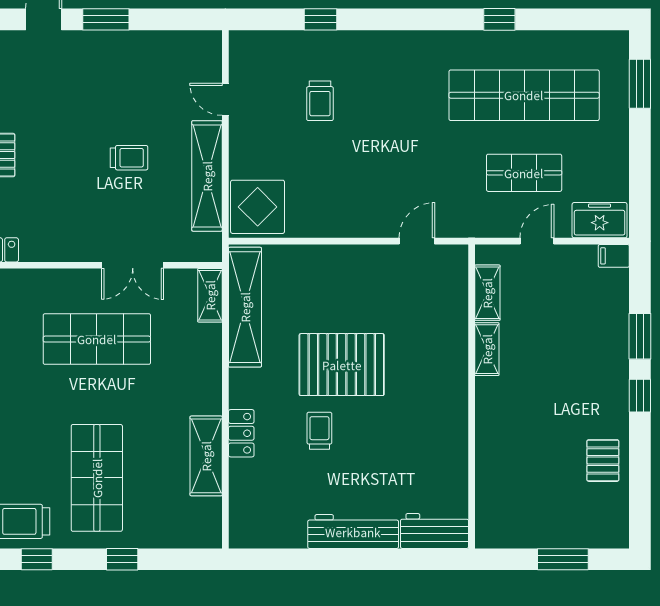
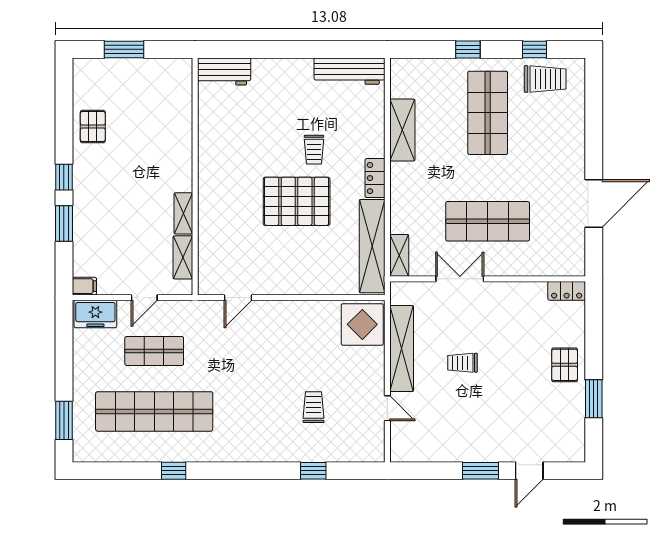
locker: (241, 433) -> (375, 178), moved
workbench: (353, 532) -> (349, 71), moved

